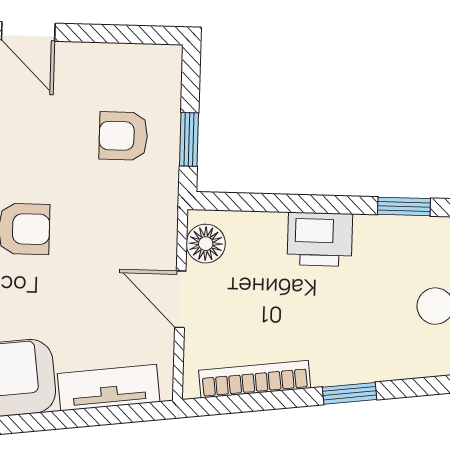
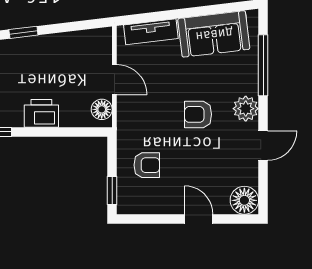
window: (189, 139) -> (112, 191), moved
bookcase: (255, 379) -> (74, 38), removed

